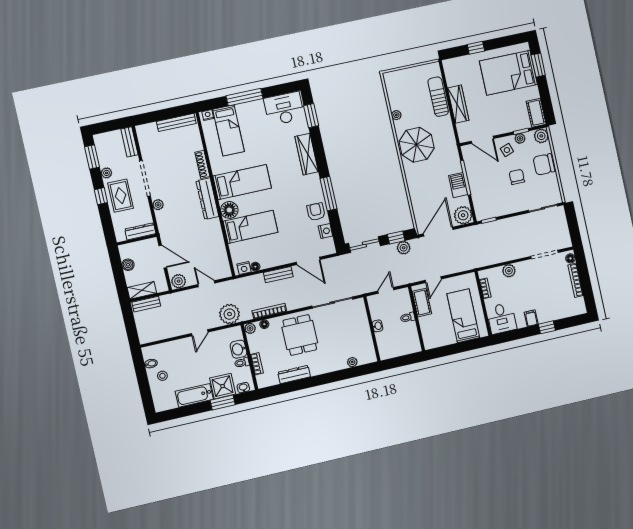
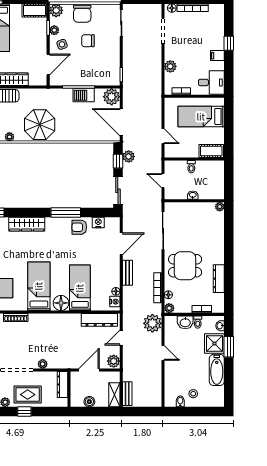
dresser: (207, 199) -> (99, 320), moved
cot: (422, 303) -> (211, 151), moved
plant: (352, 362) -> (220, 207), moved

